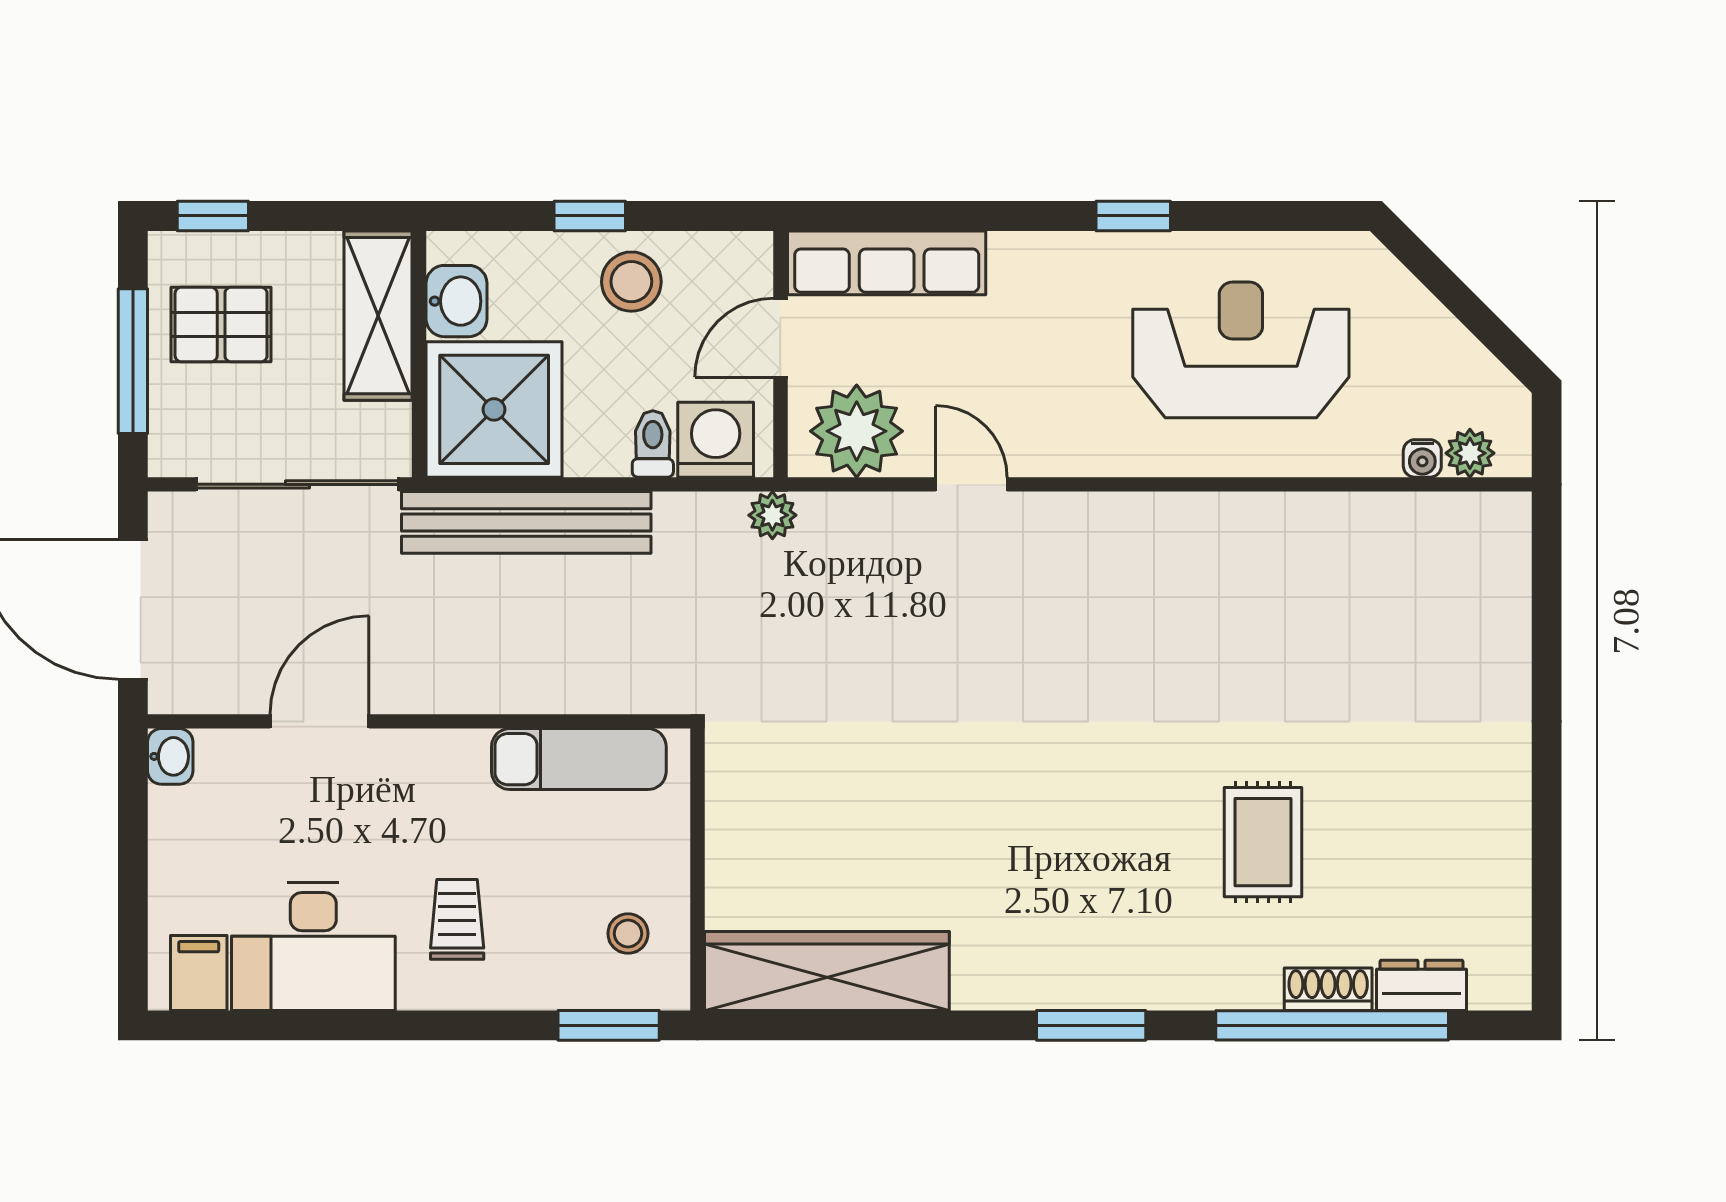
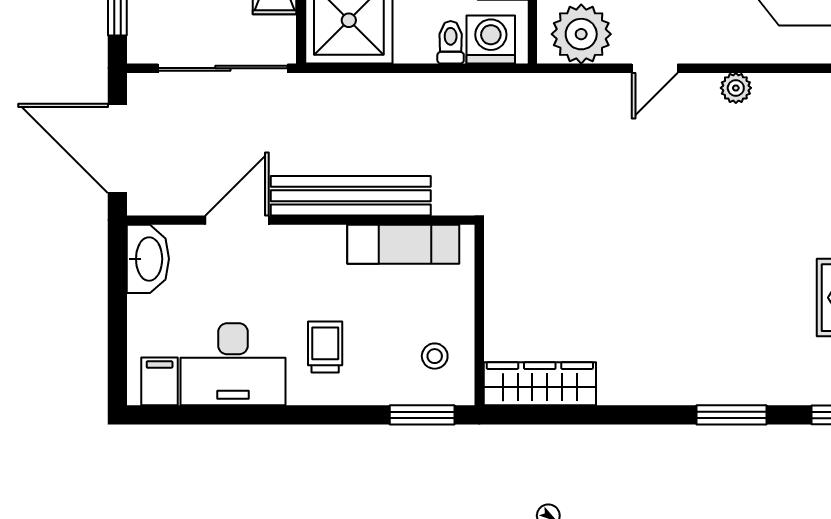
door: (971, 484) -> (655, 68), swing flipped
plant: (772, 515) -> (736, 88), moved
bench: (526, 522) -> (351, 196), moved
washbasin: (170, 756) -> (148, 259), width x1.91, depth x1.45
wardrobe: (827, 971) -> (540, 384), width x0.71, depth x0.85

